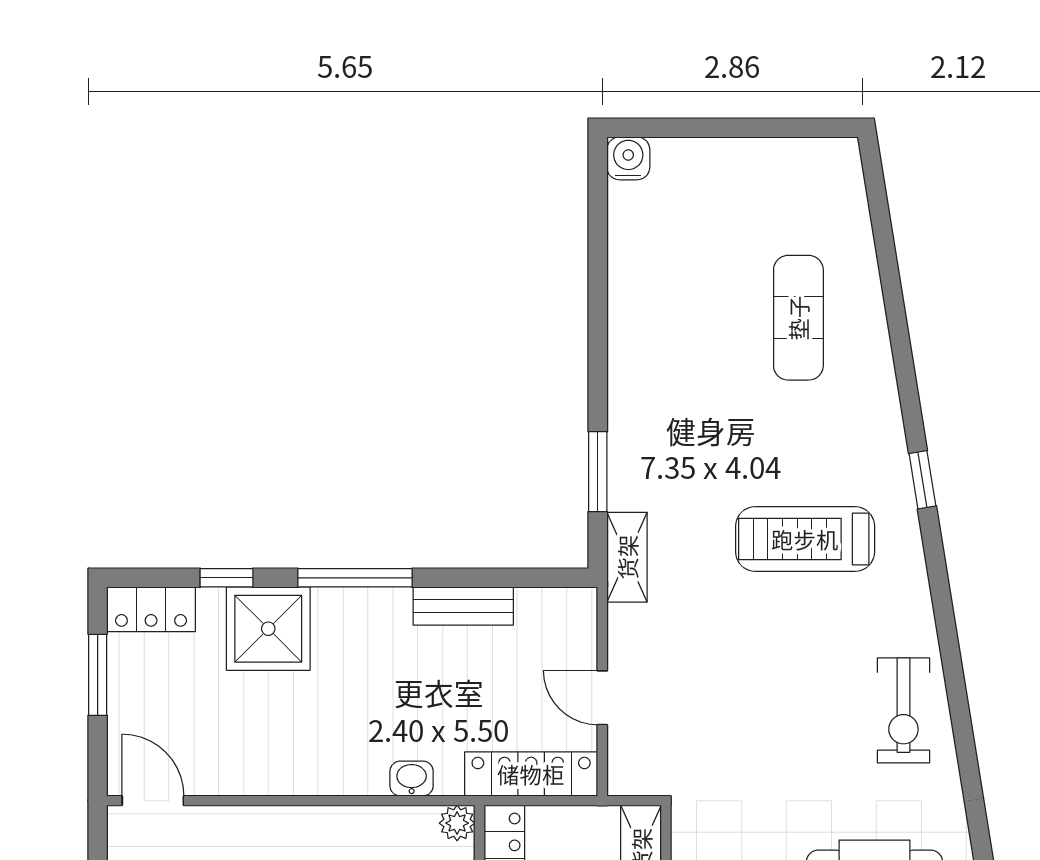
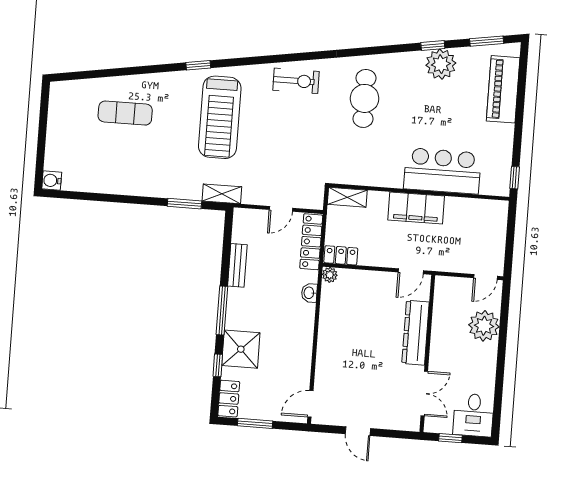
treadmill: (805, 539) -> (220, 117), width x1.37, depth x1.38

